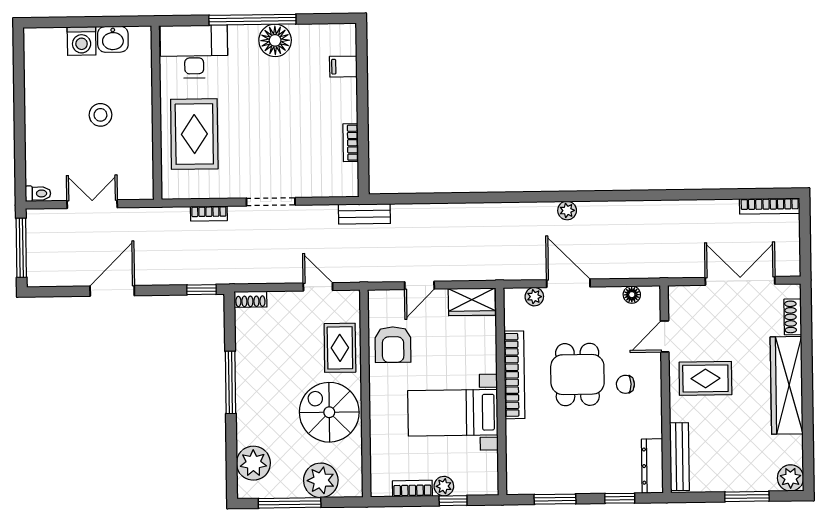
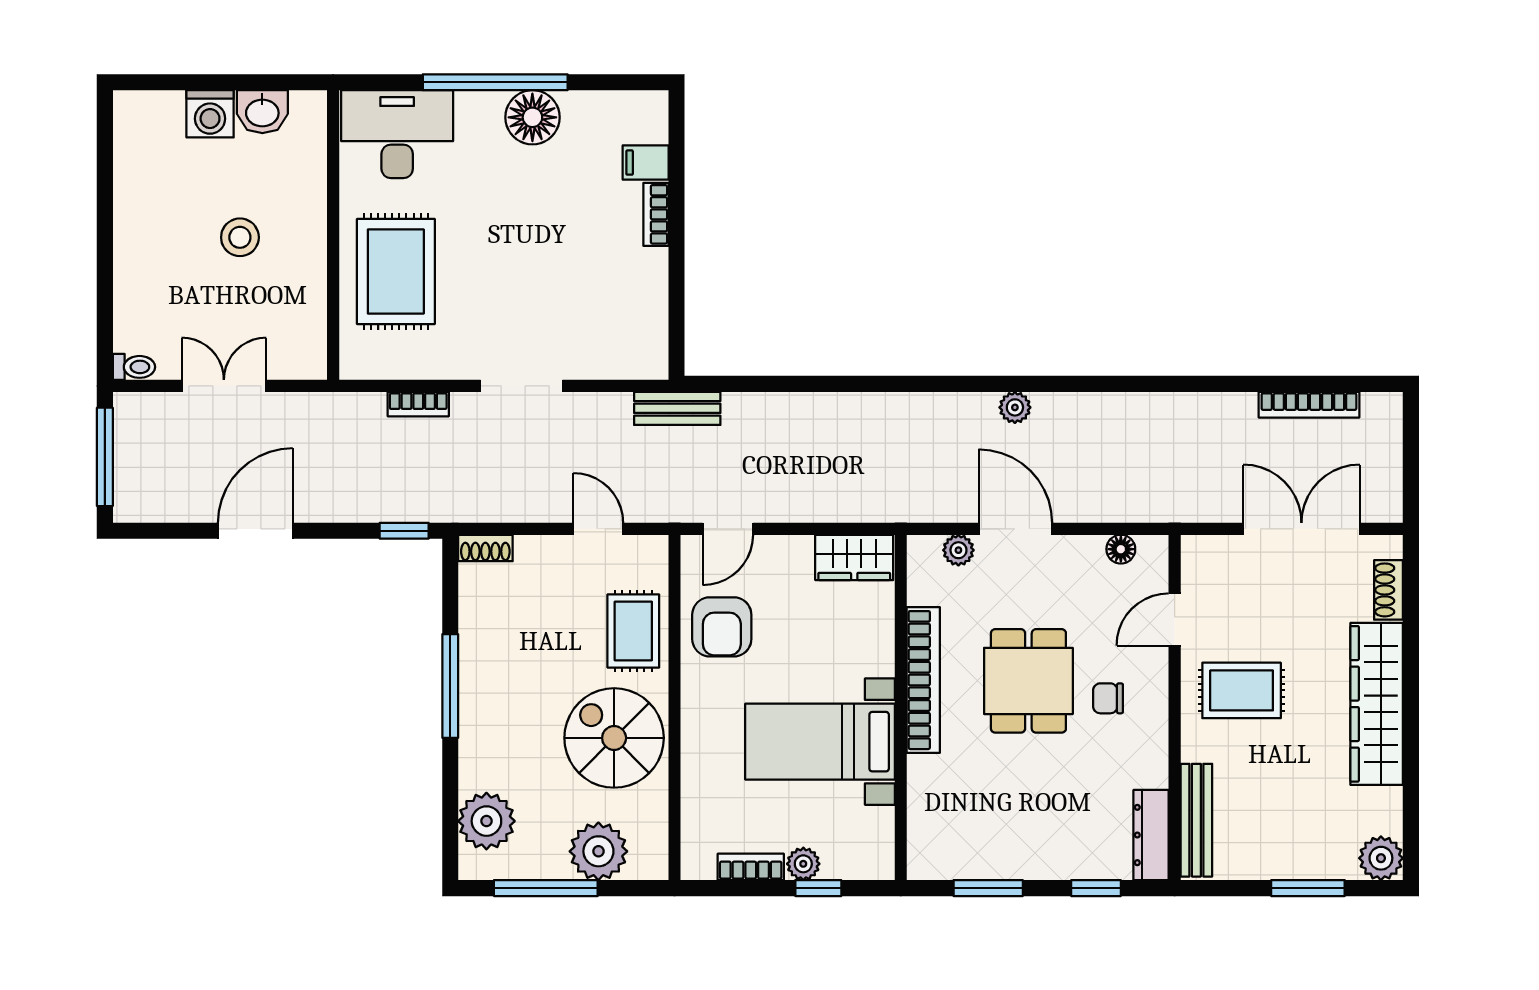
bookcase: (351, 143) -> (656, 214), moved
bookcase: (770, 206) -> (1309, 405), moved
door: (419, 285) -> (728, 529), moved

